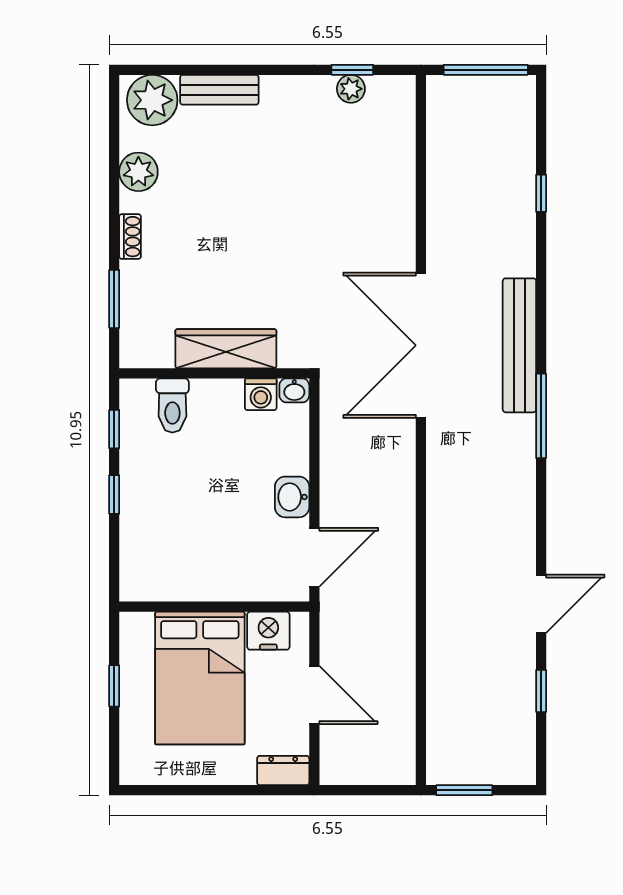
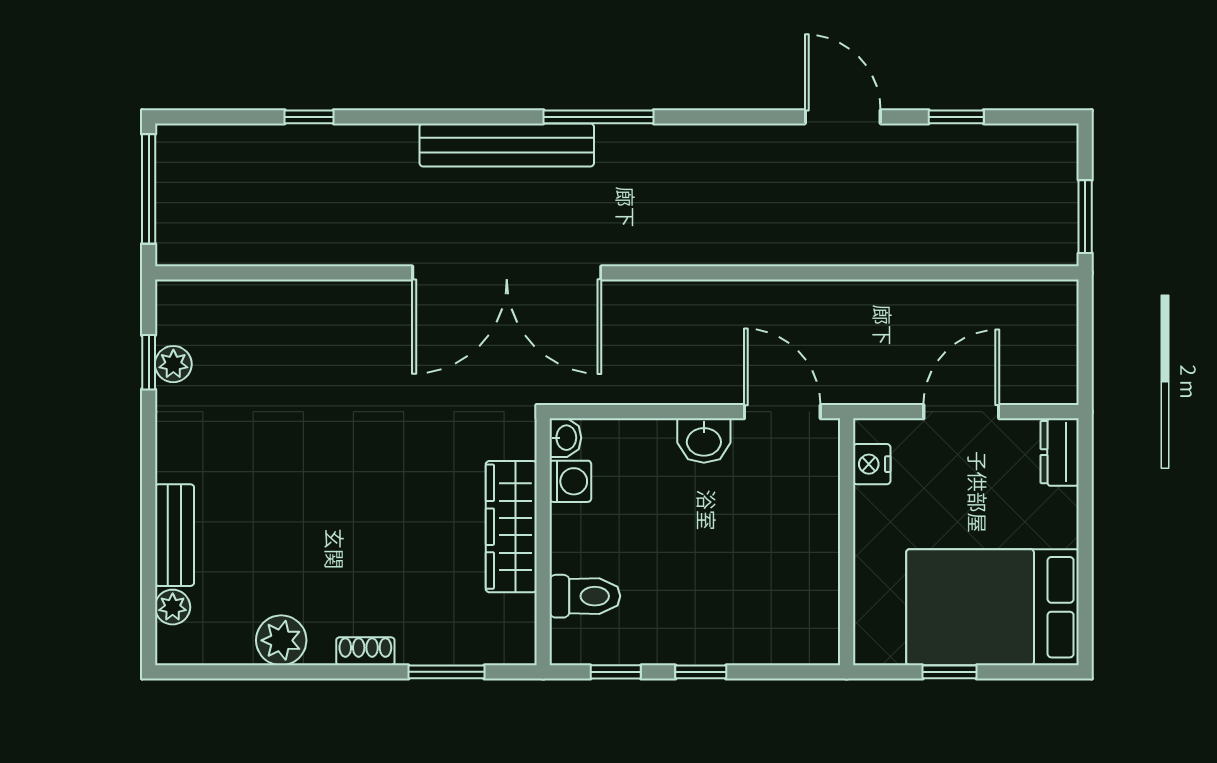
plant: (152, 100) -> (173, 607), width x0.53, depth x0.53
nightstand: (268, 631) -> (872, 464), width x0.74, depth x0.75
bed: (200, 678) -> (992, 607), moved, turned 180

